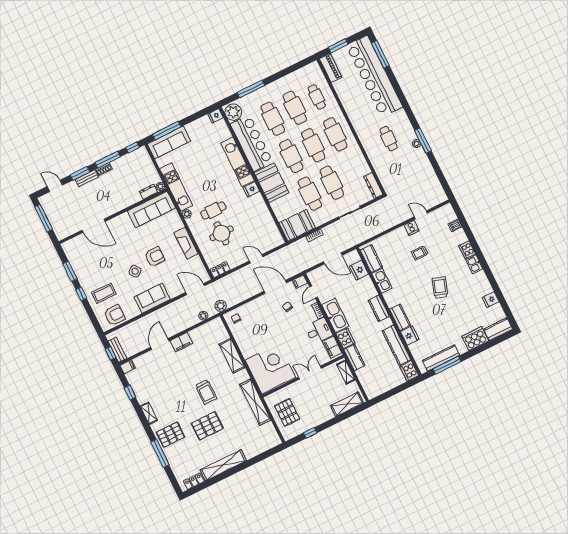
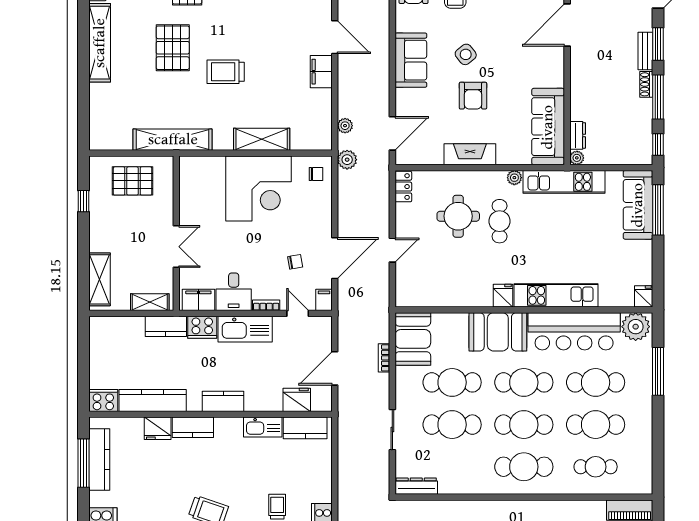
corner desk: (270, 369) -> (259, 188), moved

